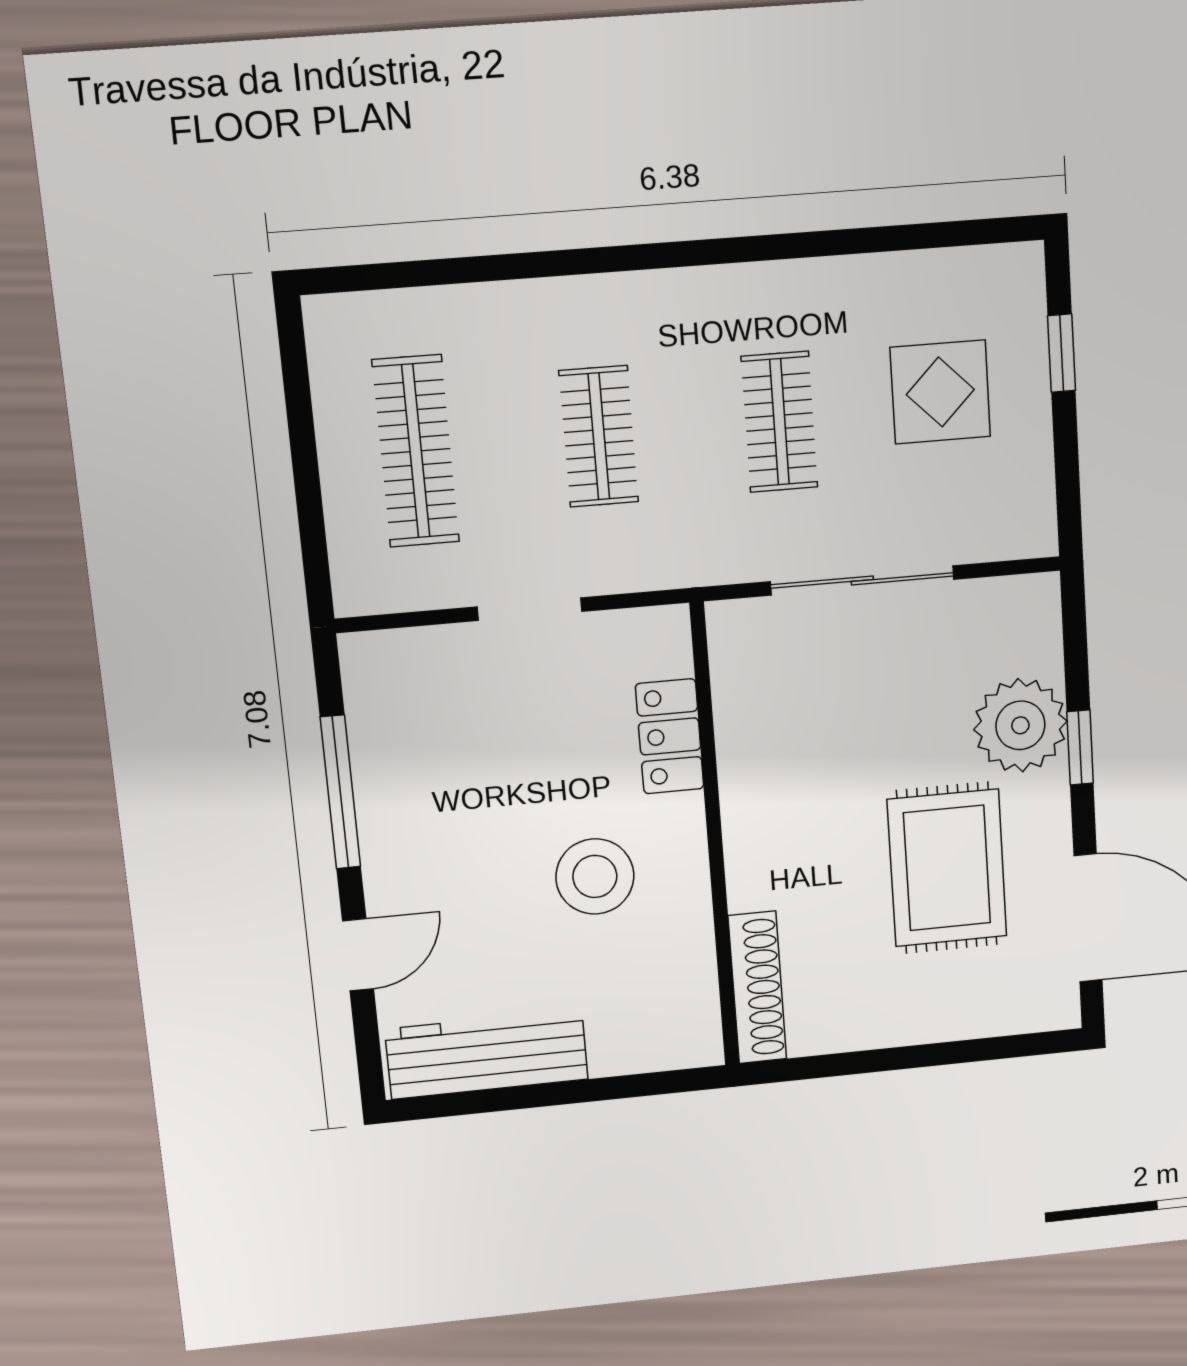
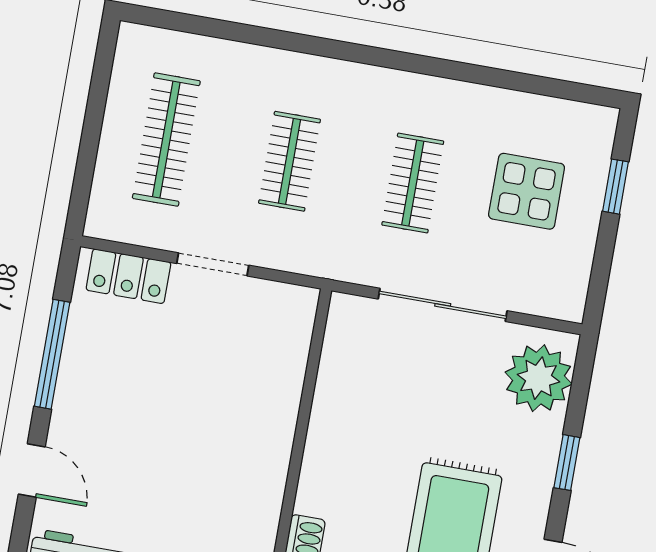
plant: (1020, 725) -> (539, 378), moved
locker: (670, 736) -> (128, 276), moved, turned -90
stool: (595, 876) -> (207, 461), removed
door: (358, 955) -> (32, 471), hinge flipped

